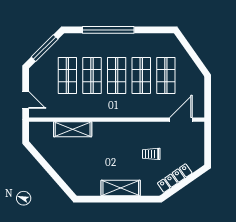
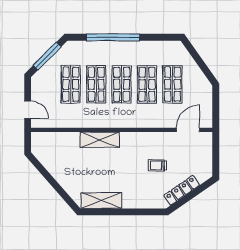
shelving: (73, 129) -> (100, 140), moved
shelving: (121, 188) -> (102, 200), moved

